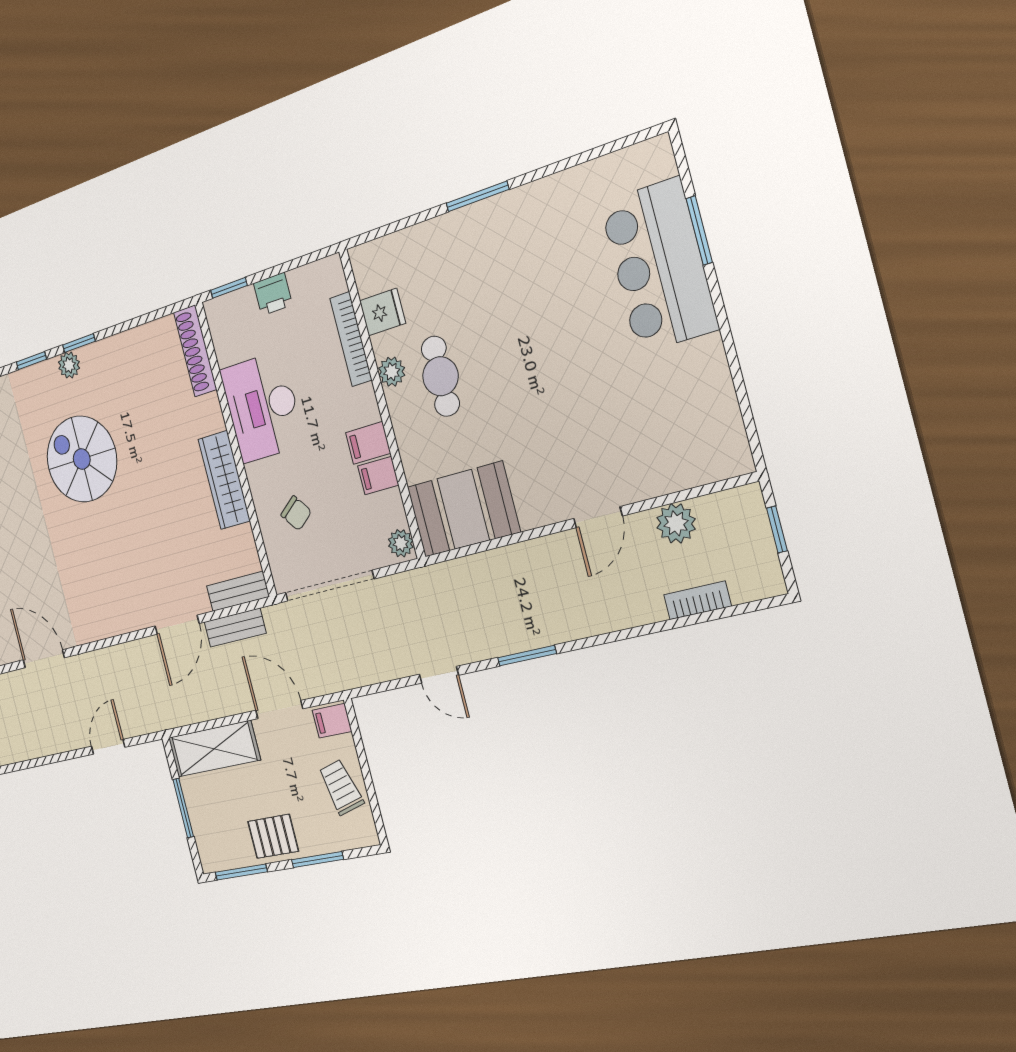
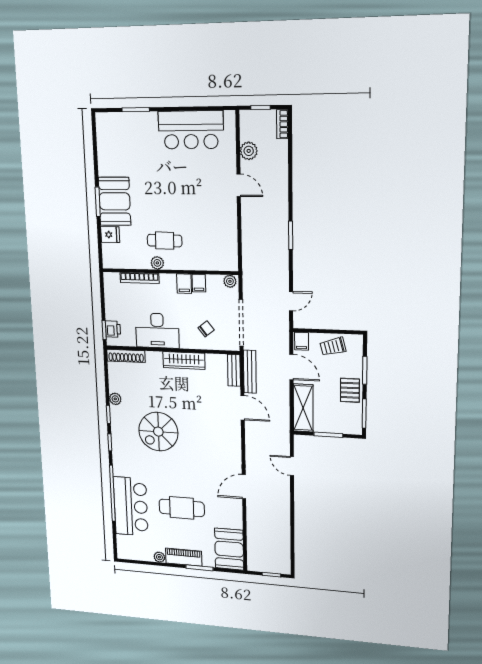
bar counter: (659, 266) -> (191, 130), moved
printer: (273, 294) -> (113, 329), moved
fridge: (383, 312) -> (110, 235), moved, turned 90
plant: (69, 365) -> (115, 399), moved
booth: (463, 509) -> (115, 201), moved
bookcase: (697, 600) -> (282, 124), moved
bench: (235, 628) -> (250, 372), width x1.36
door: (439, 675) -> (291, 301), moved
door: (279, 710) -> (291, 367), swing flipped

